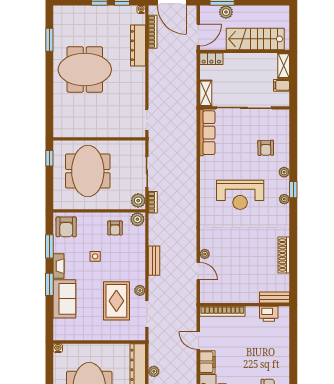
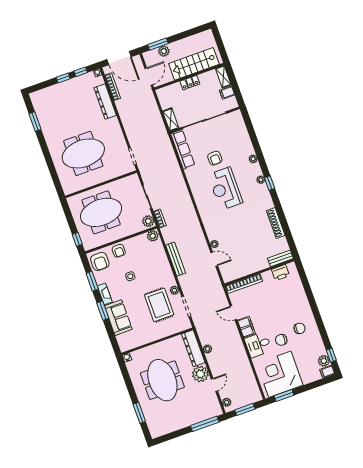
locker: (211, 59) -> (190, 83), moved
meeting table: (85, 70) -> (83, 153), moved
armchair: (266, 148) -> (215, 158), moved
window: (49, 158) -> (77, 239), moved
meeting table: (88, 171) -> (101, 212), turned 90
window: (293, 190) -> (270, 183), moved
reception desk: (240, 195) -> (225, 189), turned 90
armchair: (115, 228) -> (119, 251), moved
bench: (154, 261) -> (176, 259), width x1.36

